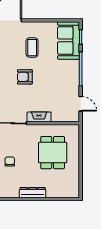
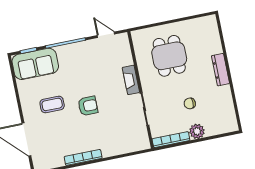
armchair: (25, 77) -> (88, 106), turned -90
door: (81, 104) -> (106, 35), hinge flipped
dining table: (53, 153) -> (169, 56), turned 90

